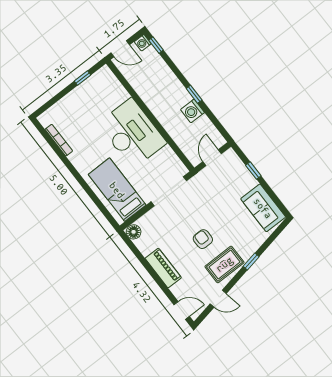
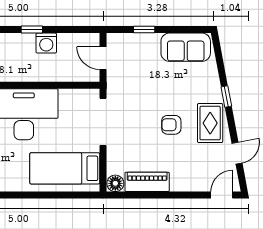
piano: (163, 268) -> (147, 182), moved

